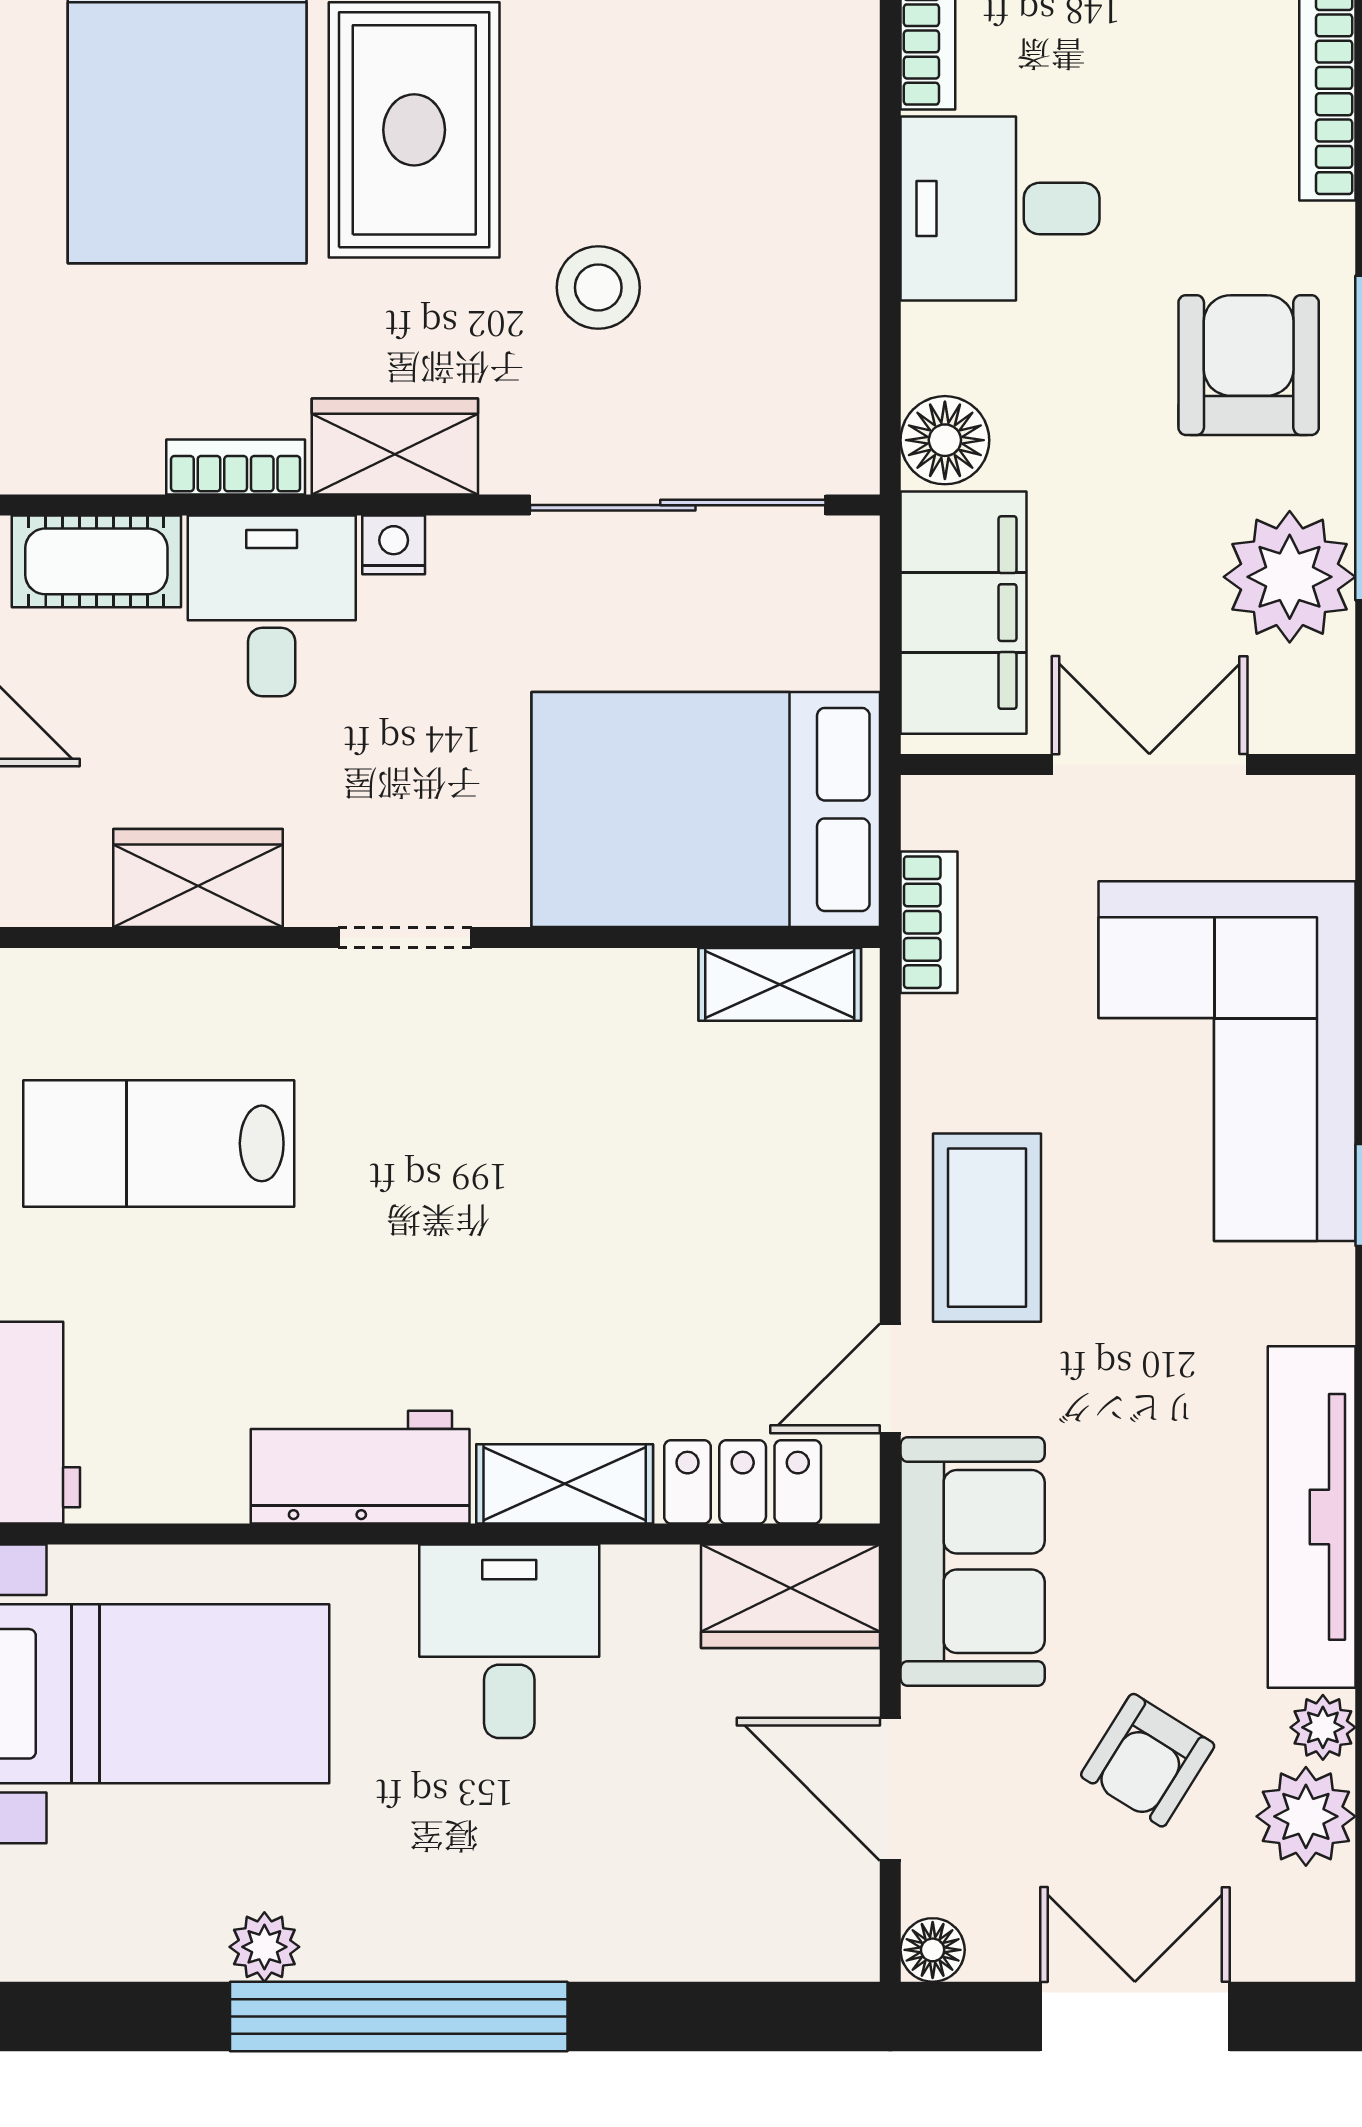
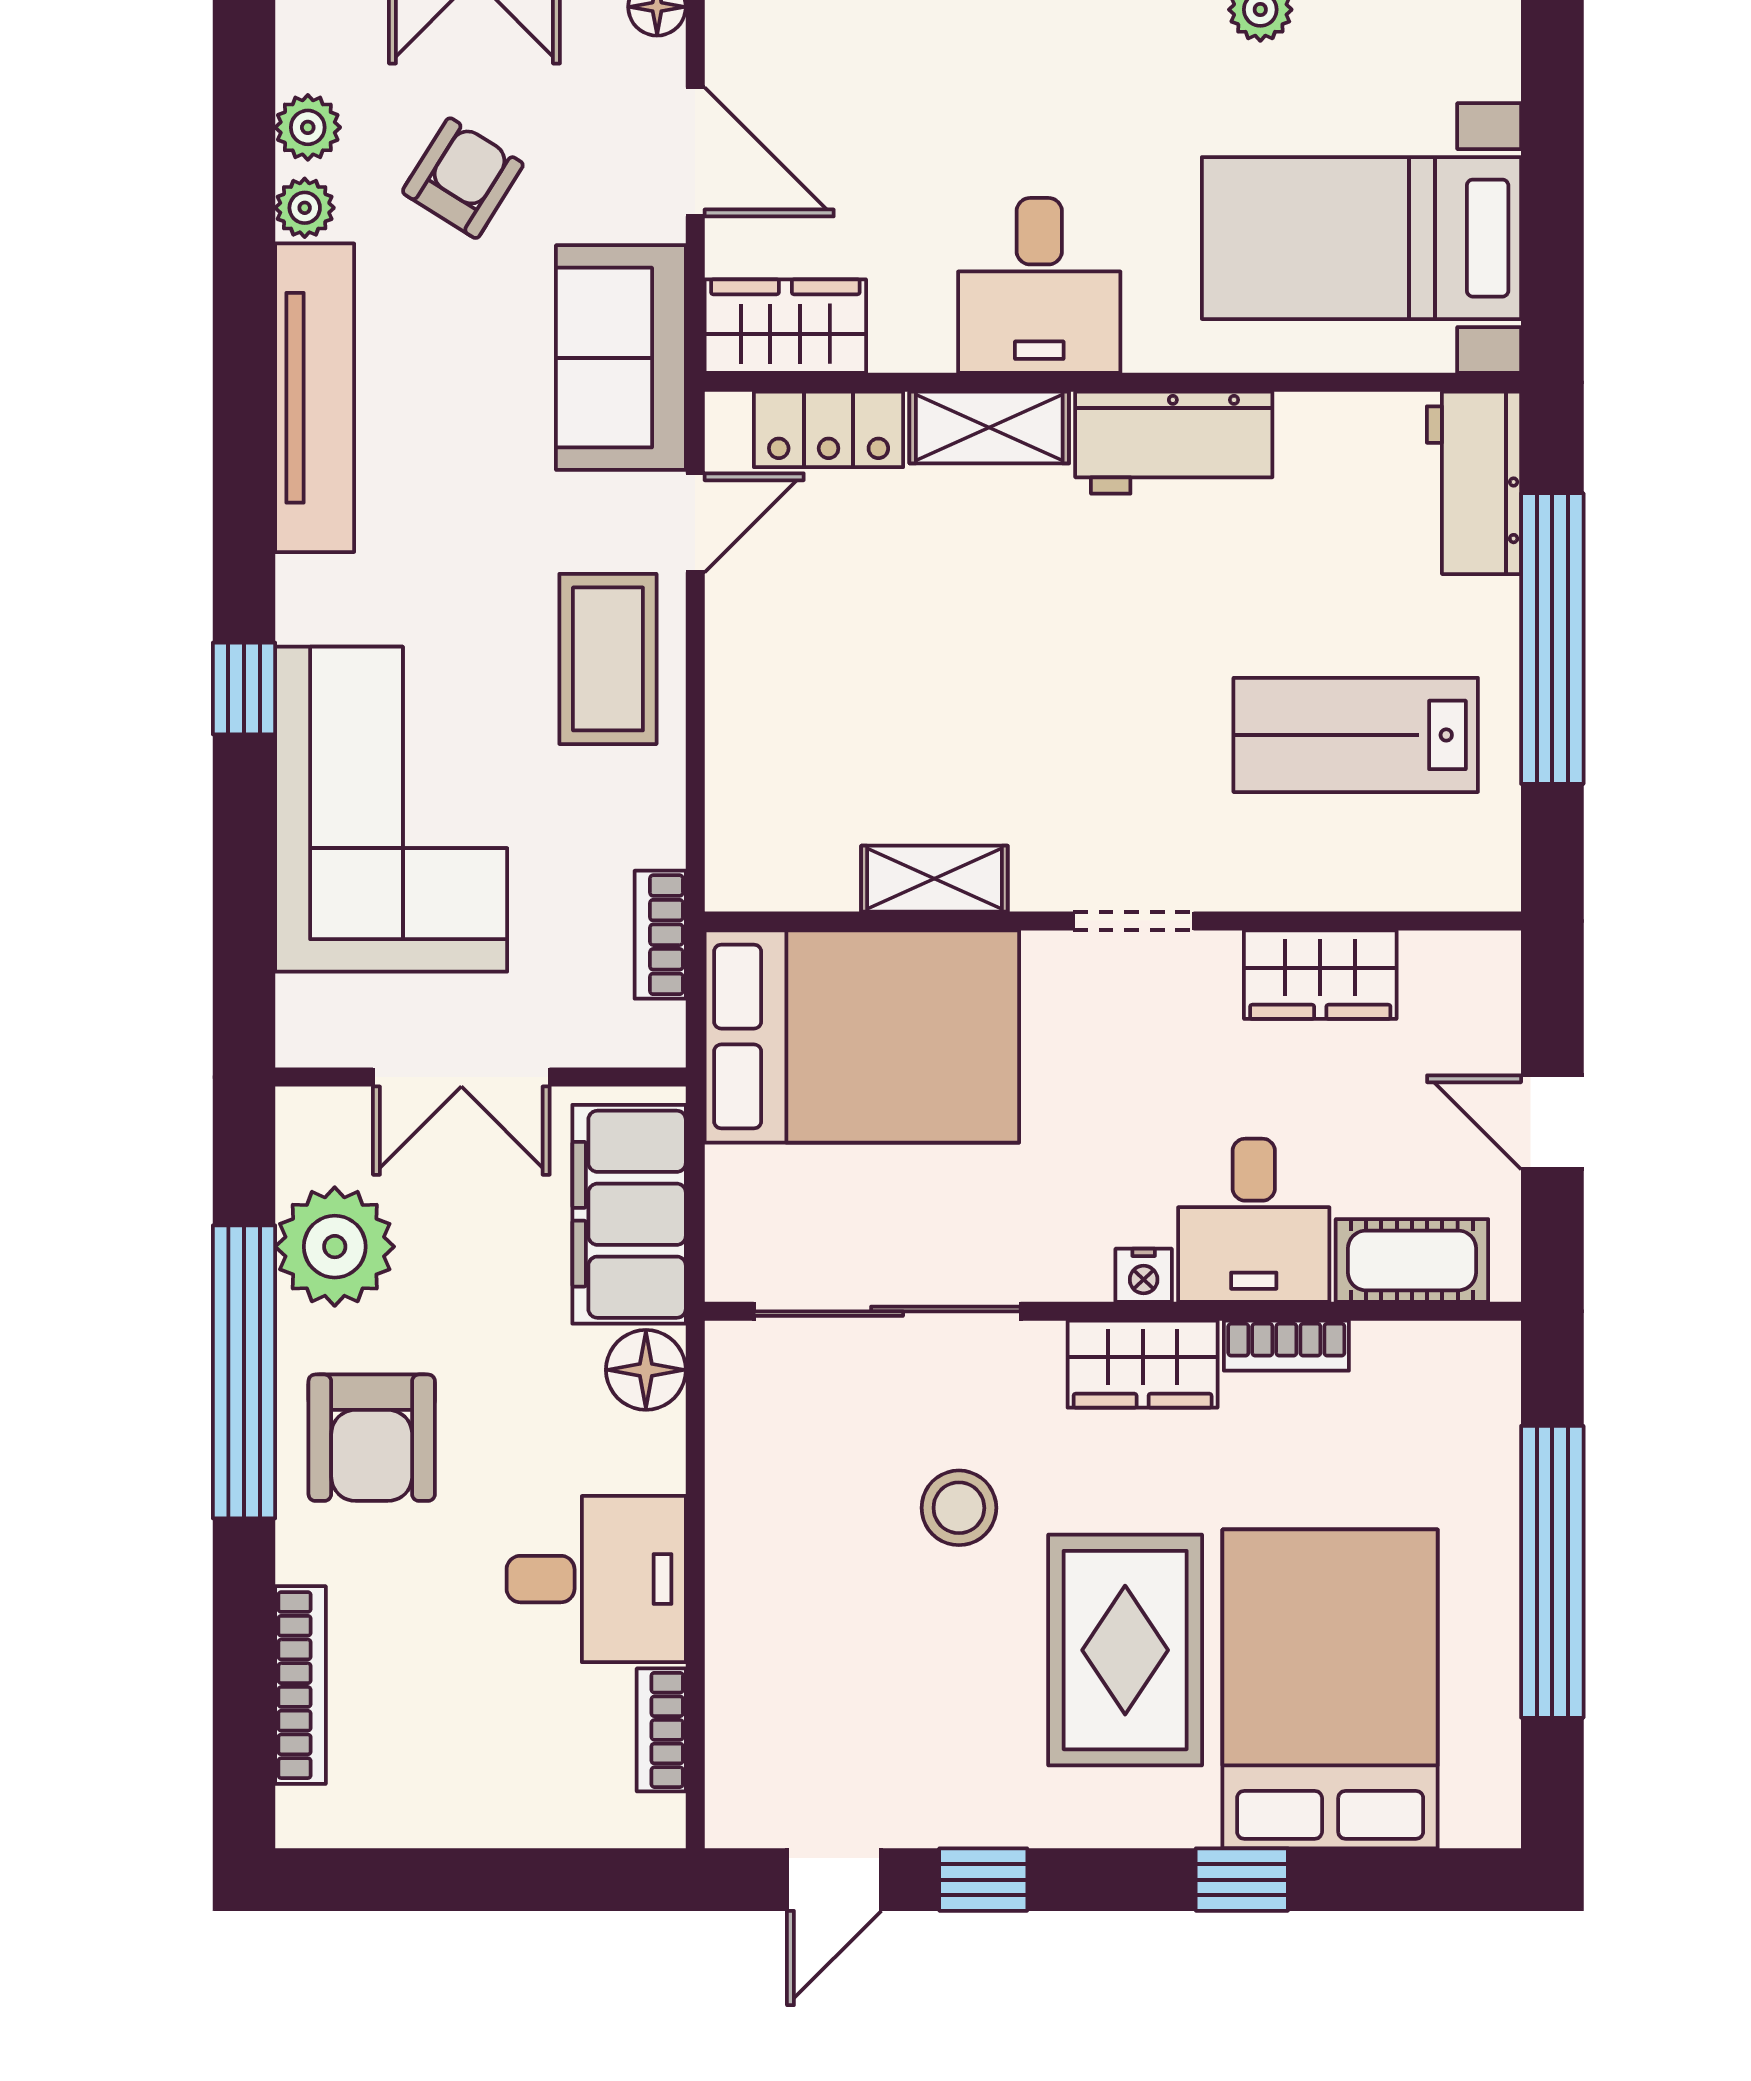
shelving: (780, 984) -> (934, 879), moved
lab bench: (159, 1143) -> (1356, 735), turned 180
plant: (1306, 1816) -> (308, 127), width x0.73, depth x0.73

